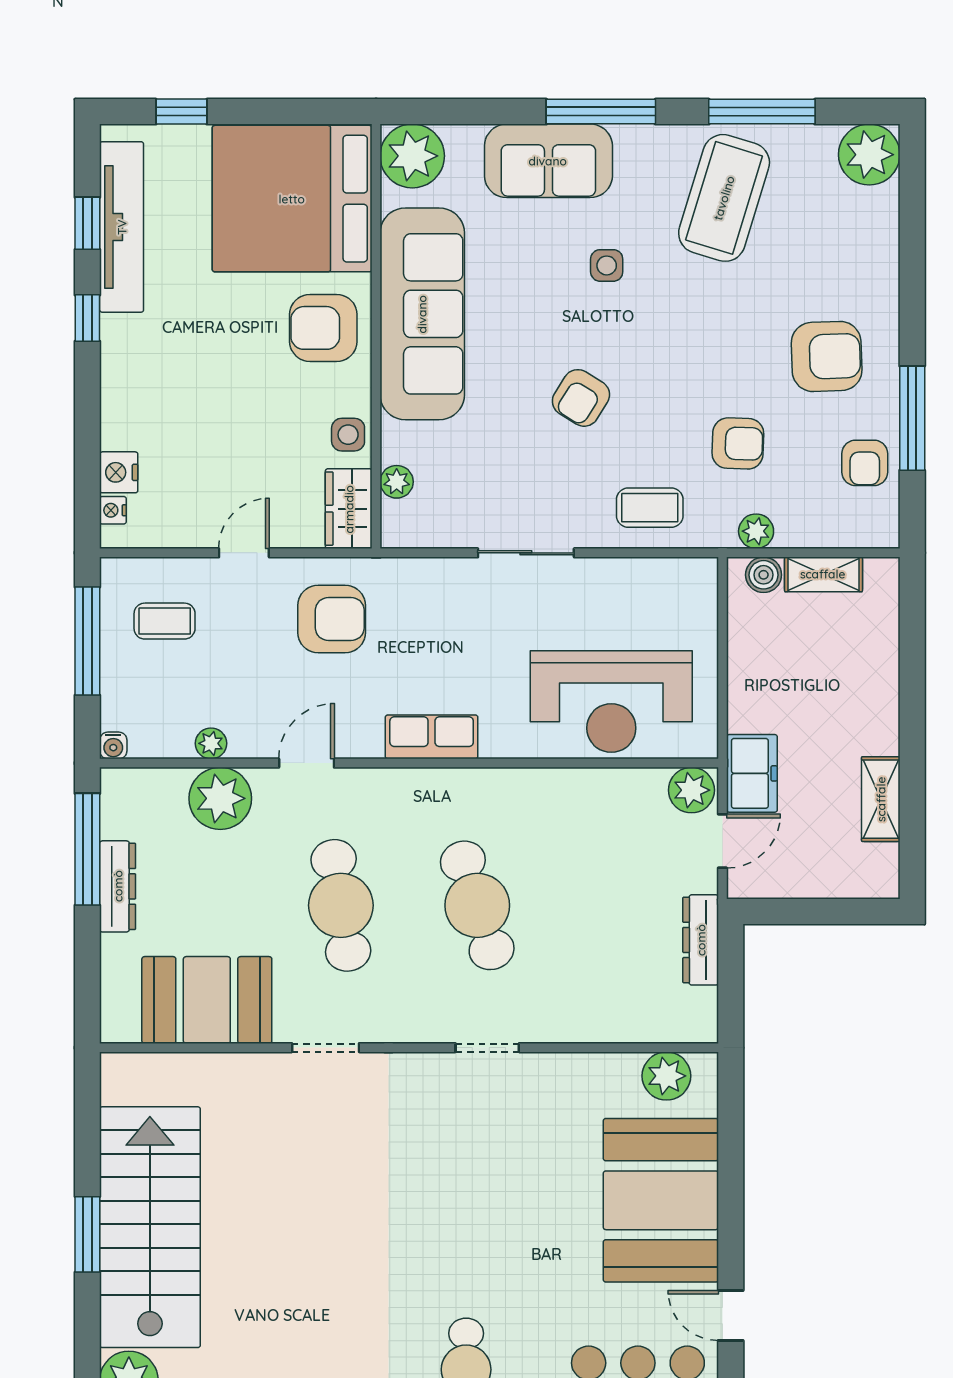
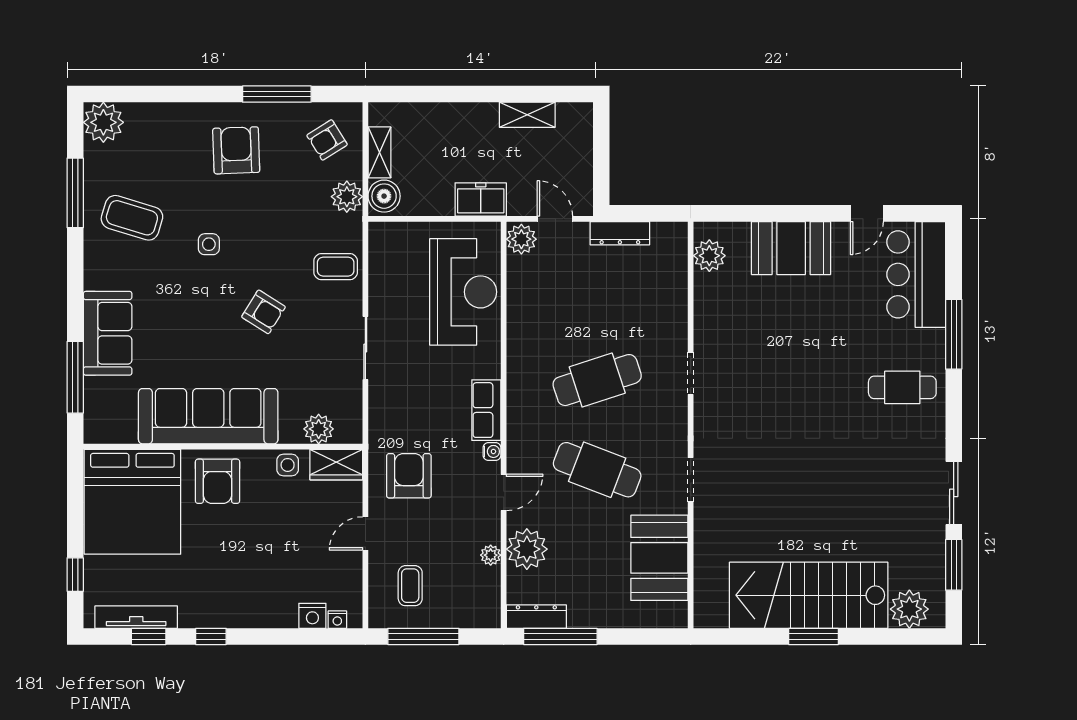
window: (601, 112) -> (75, 377), moved
plant: (412, 156) -> (104, 423), removed
coffee table: (724, 198) -> (132, 218), width x0.73, depth x0.76
tv unit: (122, 227) -> (136, 617), width x0.73, depth x0.78
side table: (607, 265) -> (209, 244), moved
armchair: (738, 443) -> (293, 209), removed
armchair: (865, 463) -> (327, 140), moved, turned 148
plant: (397, 482) -> (319, 429), width x1.38, depth x1.38
coffee table: (650, 508) -> (336, 267), turned 90
plant: (756, 531) -> (347, 197), width x1.38, depth x1.38
door: (244, 553) -> (365, 533), hinge flipped
boiler: (764, 575) -> (384, 196), width x1.36, depth x1.36
water cooler: (113, 745) -> (492, 451), moved
door: (307, 763) -> (504, 492), swing flipped
freezer: (752, 773) -> (481, 199), moved
dresser: (118, 886) -> (536, 617), moved
cafe table: (341, 905) -> (597, 470), turned 30
booth: (661, 1200) -> (791, 248), width x0.73, depth x0.70

